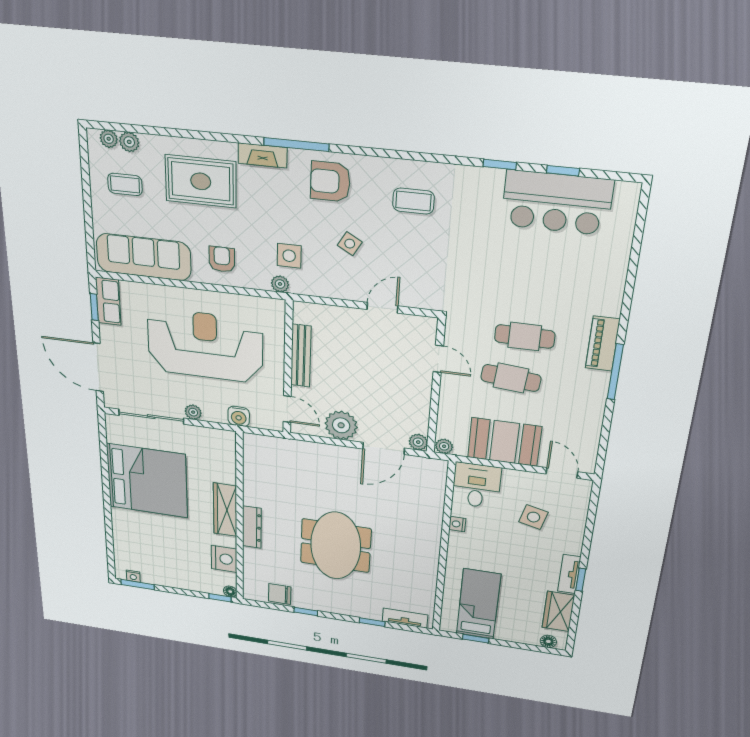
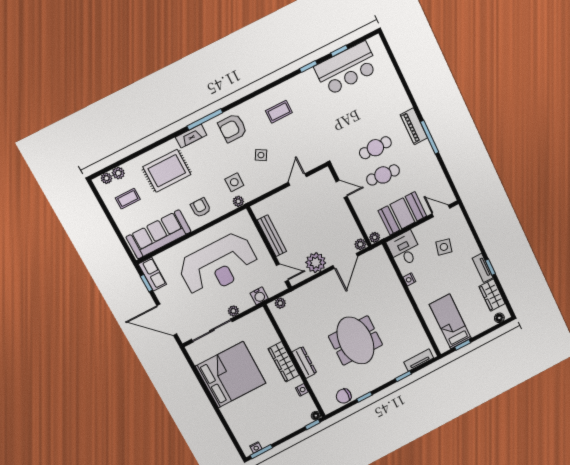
reception desk: (205, 345) -> (218, 265), turned 180
plant: (262, 442) -> (280, 303), added
nightstand: (224, 559) -> (302, 390), width x0.53, depth x0.56

